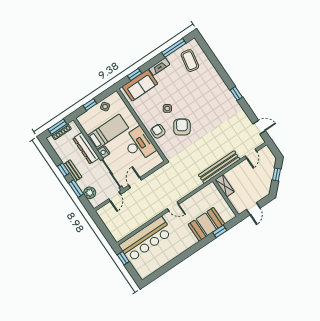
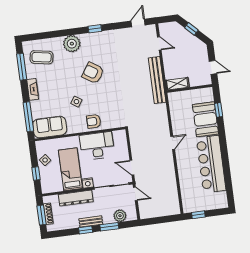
window: (134, 74) -> (28, 117), width x2.17
plant: (214, 80) -> (72, 44), added
sofa: (140, 85) -> (50, 127), moved, turned -90
armchair: (182, 127) -> (93, 73), moved
bar counter: (146, 239) -> (211, 164), moved, turned 180

